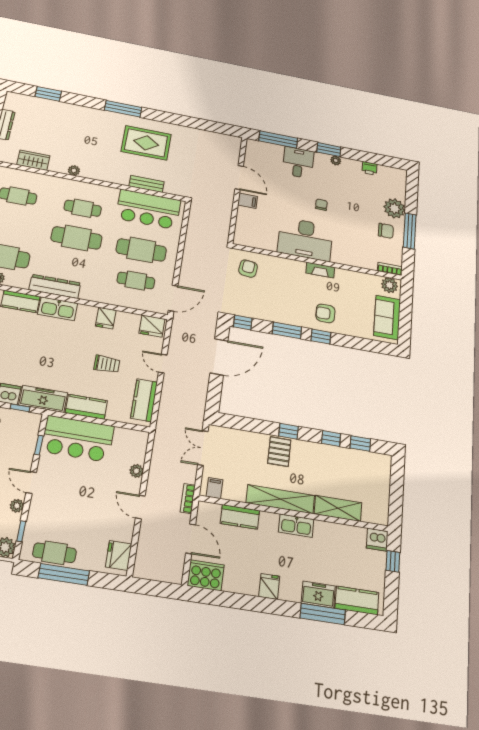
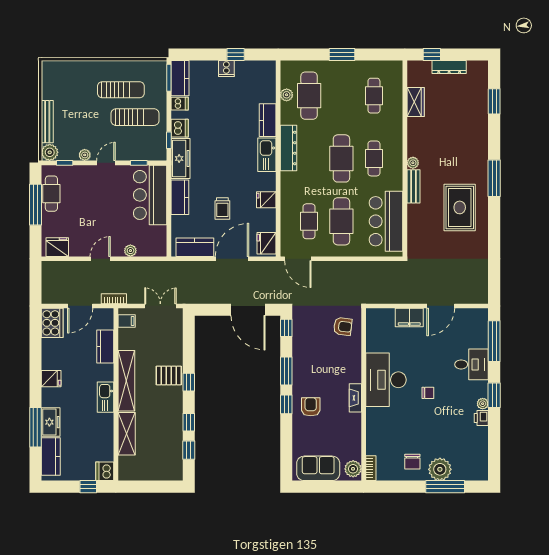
printer: (370, 168) -> (481, 418), moved
plant: (74, 171) -> (413, 163), moved
bench: (147, 184) -> (413, 186), moved
filing cabinet: (248, 201) -> (409, 318), width x2.00
window: (410, 231) -> (445, 487), moved
door: (163, 364) -> (232, 259), width x1.88

